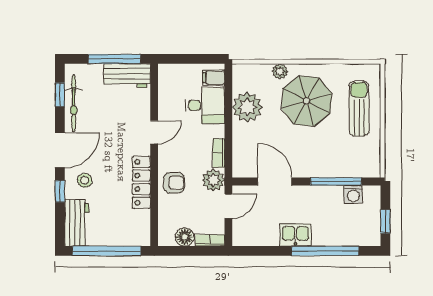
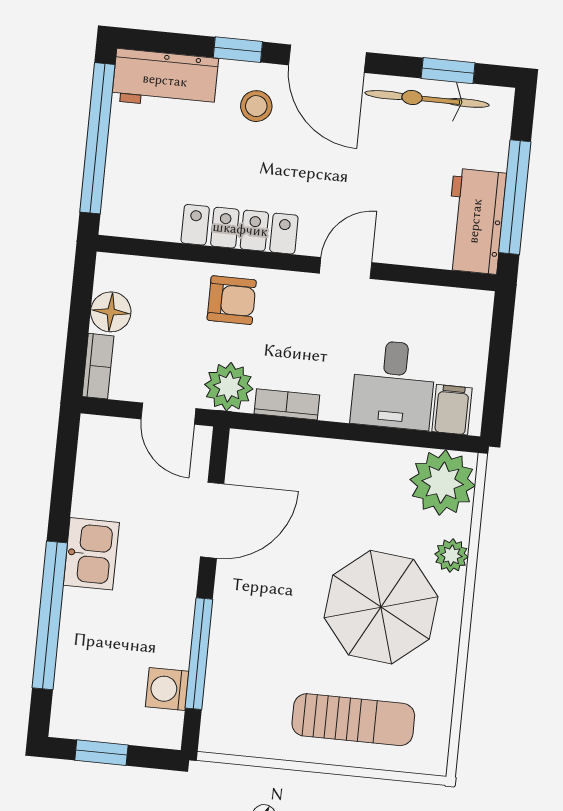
plant: (247, 107) -> (443, 483), moved
door: (154, 132) -> (346, 268), swing flipped
armchair: (174, 183) -> (232, 300), turned -90

